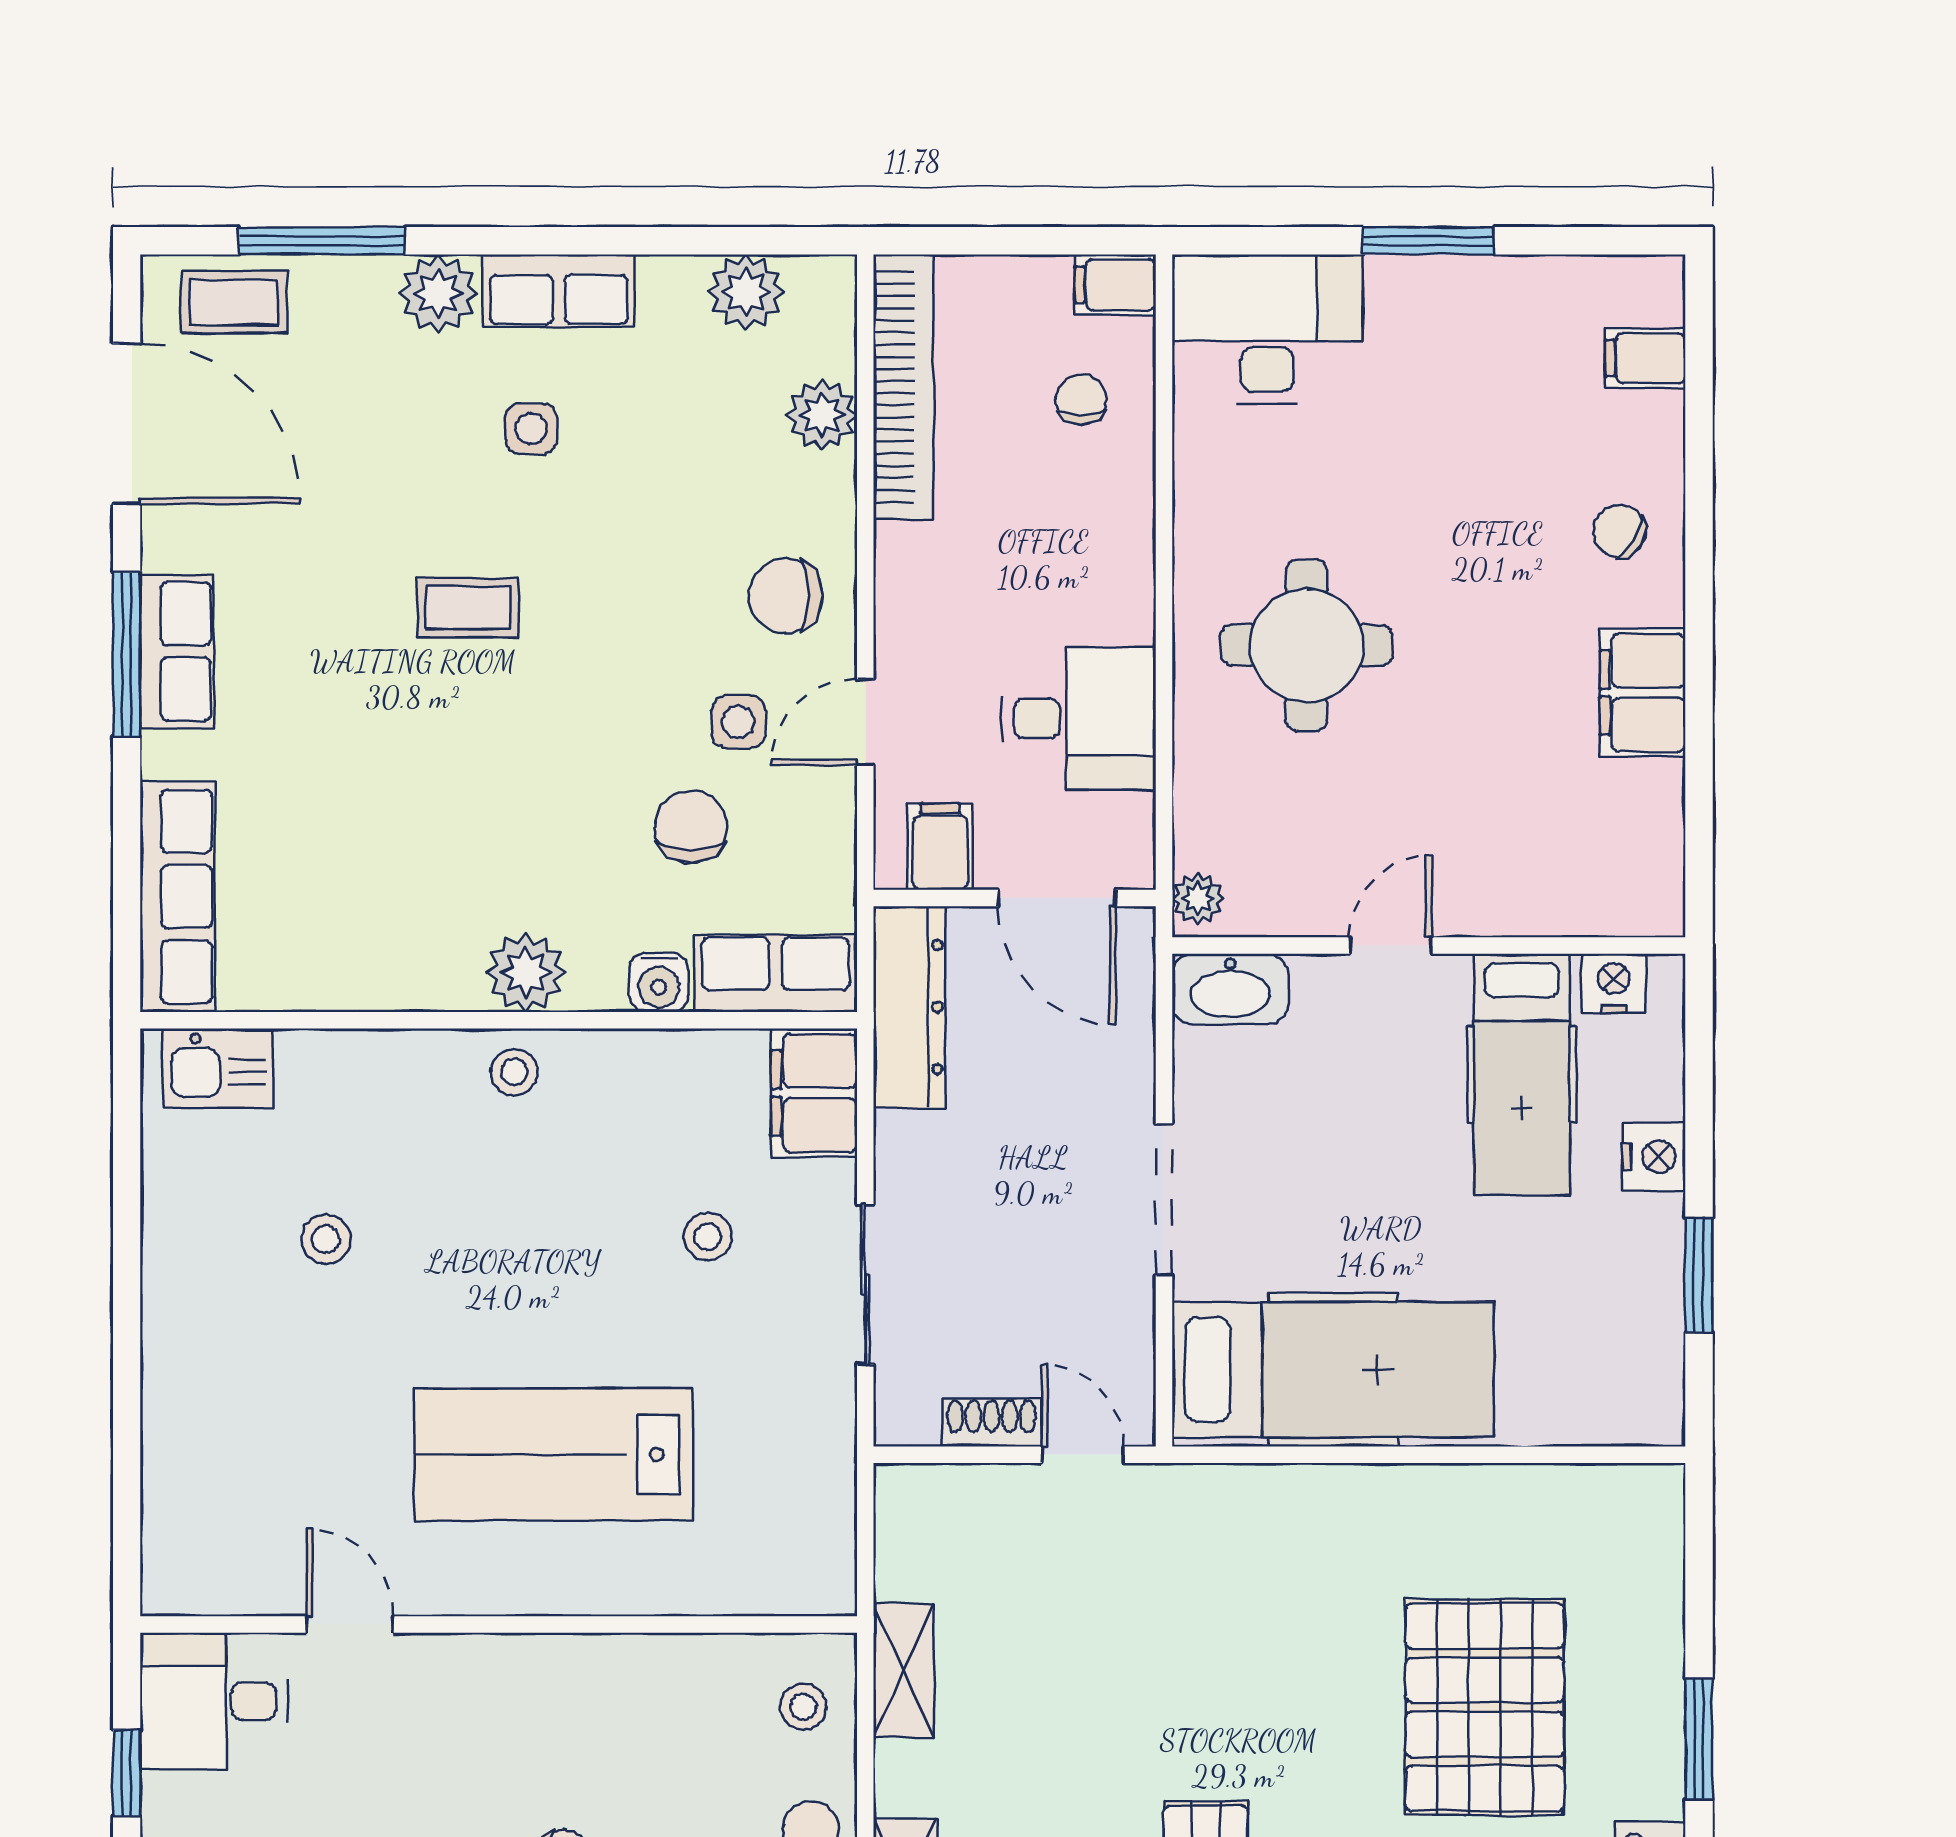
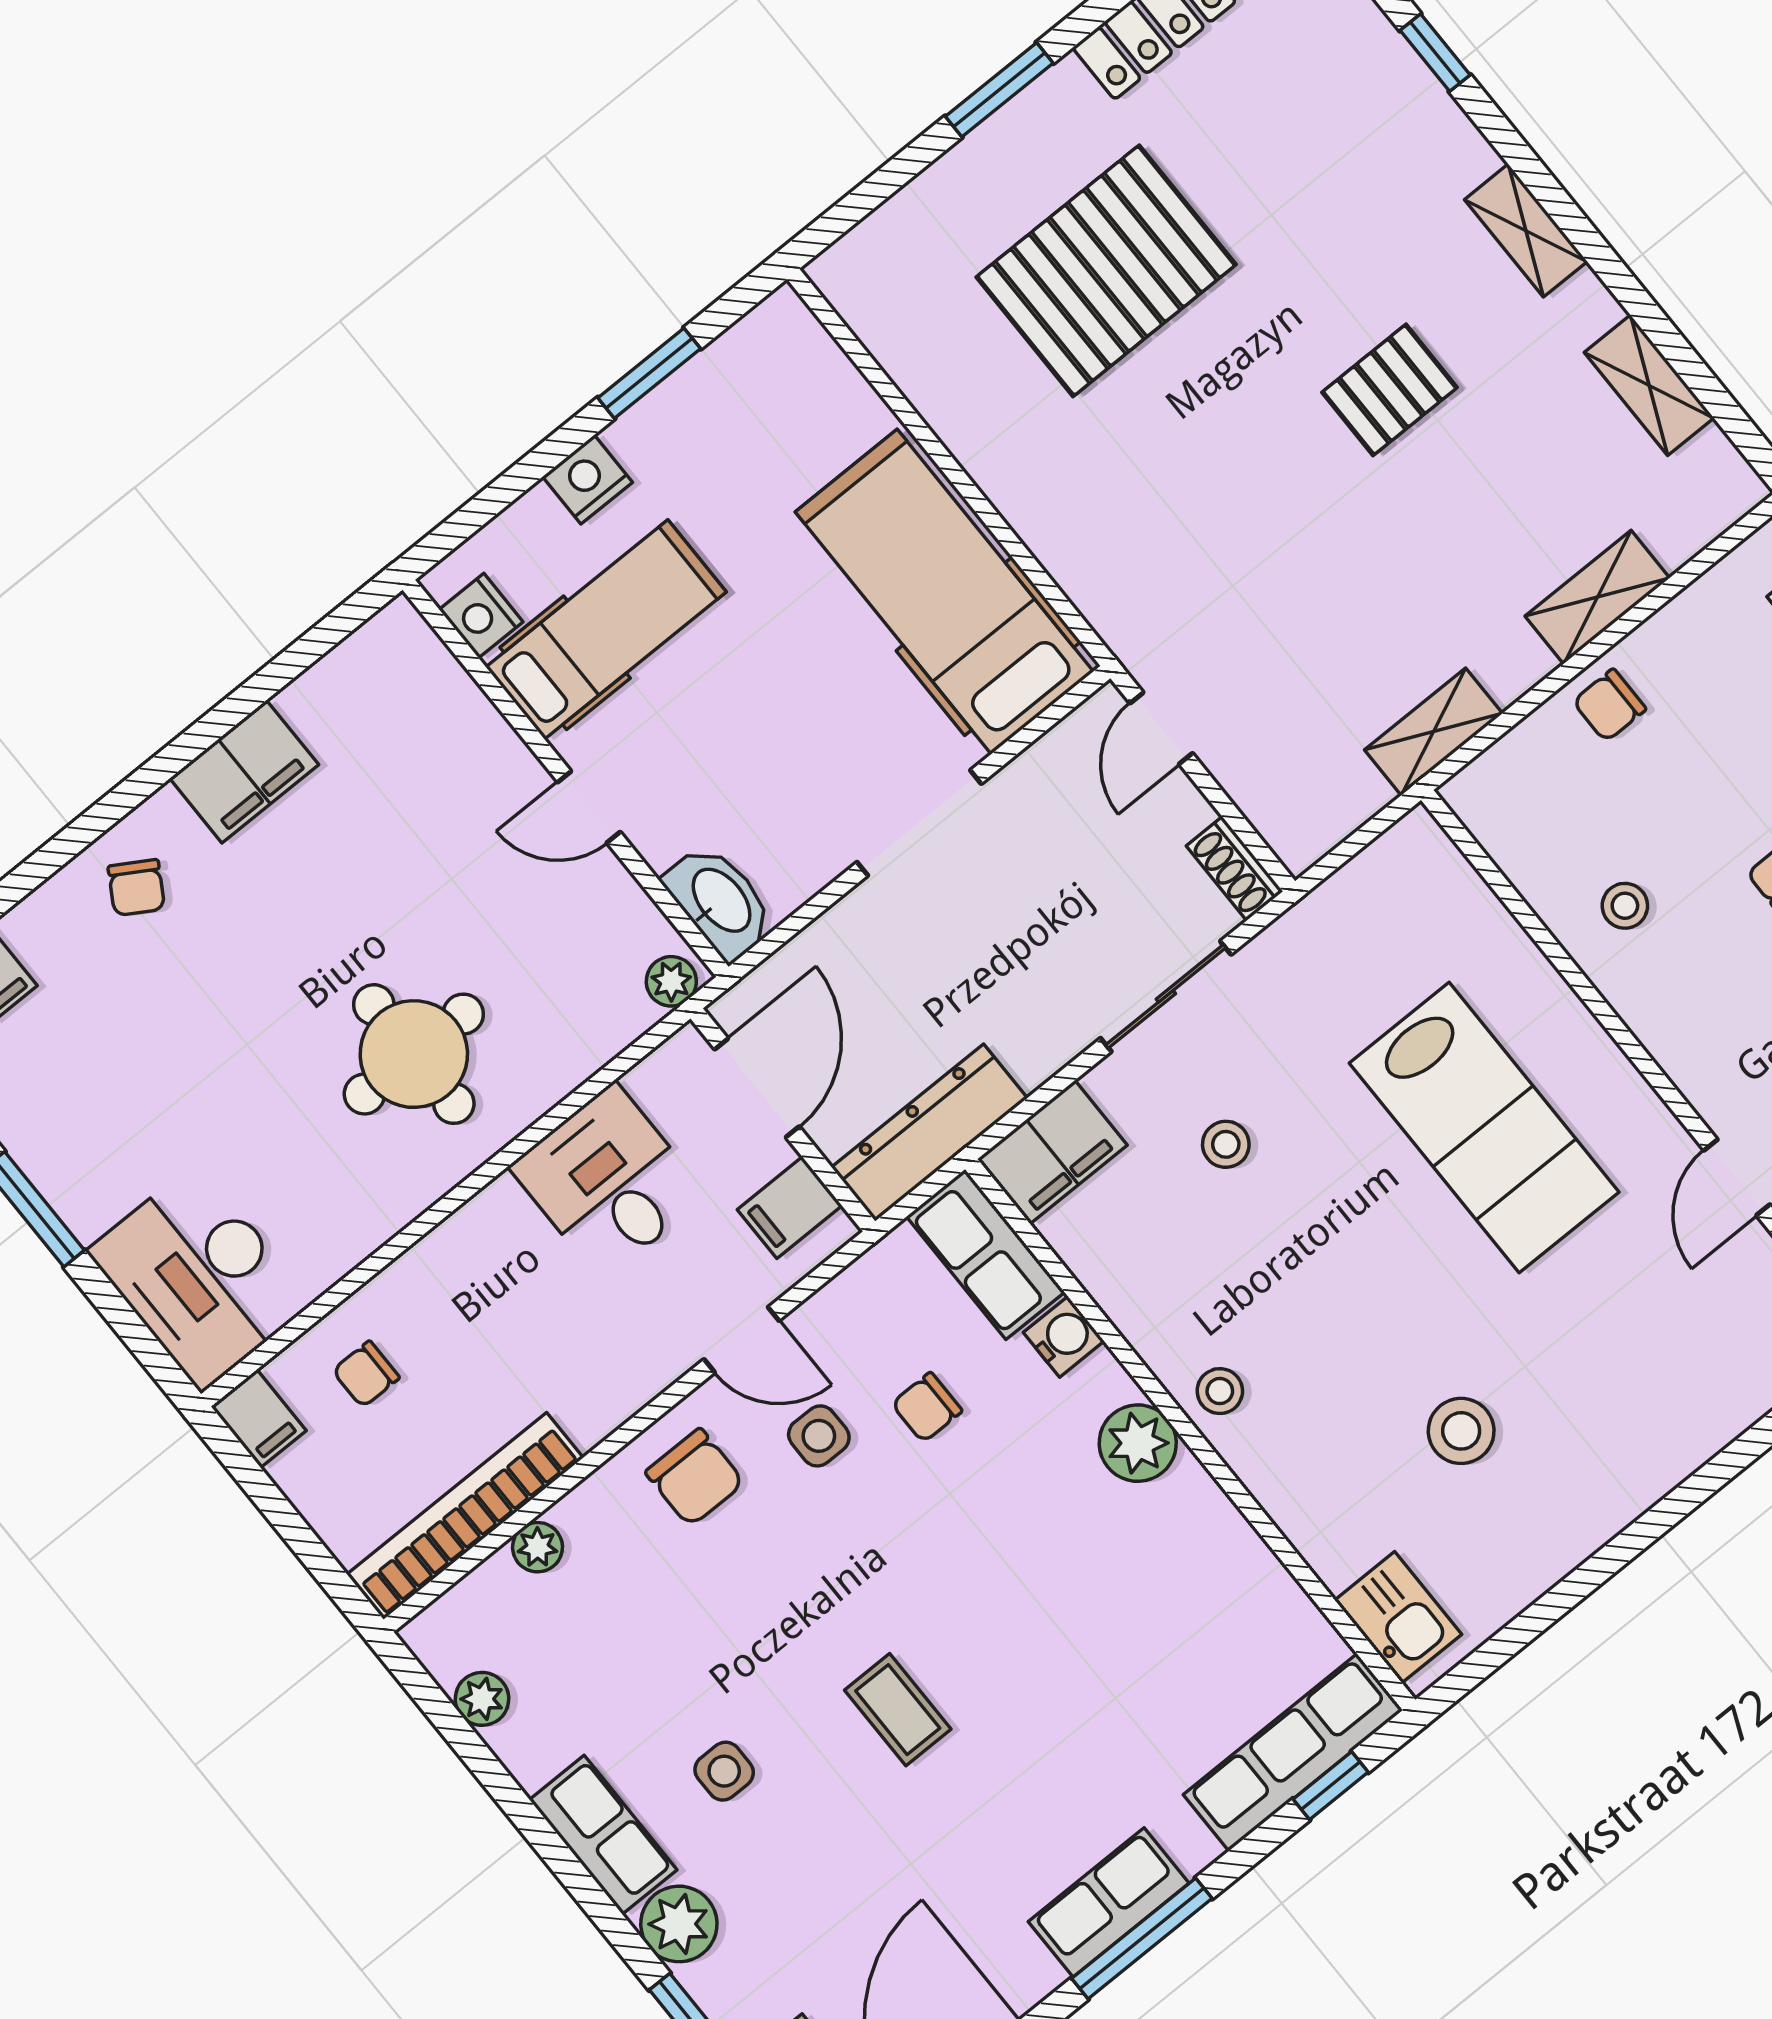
plant: (746, 292) -> (482, 1699), width x0.73, depth x0.73
plant: (822, 415) -> (538, 1547), width x0.73, depth x0.73
chair: (691, 827) -> (927, 1407), width x0.73, depth x0.73
window: (127, 905) -> (1331, 1786), added
stool: (326, 1239) -> (1461, 1431), width x1.37, depth x1.37
shoe rack: (992, 1422) -> (1235, 869), moved
stool: (803, 1707) -> (1625, 906), moved

